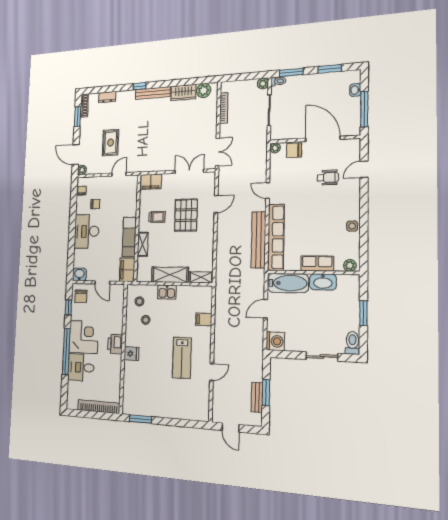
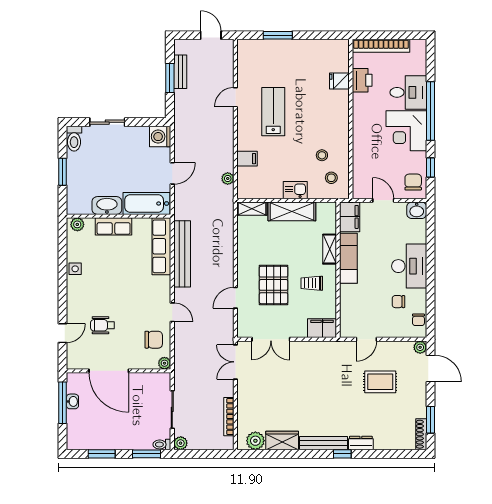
washbasin: (355, 90) -> (72, 401), moved
dresser: (107, 97) -> (361, 443), moved
rug: (111, 143) -> (380, 382), turned 90
chair: (294, 150) -> (154, 340), moved
row of seats: (276, 237) -> (161, 246), width x0.73
plant: (220, 303) -> (228, 179), added
printer: (115, 344) -> (362, 80), moved
fridge: (131, 354) -> (339, 81), moved
window: (140, 419) -> (278, 35), moved

